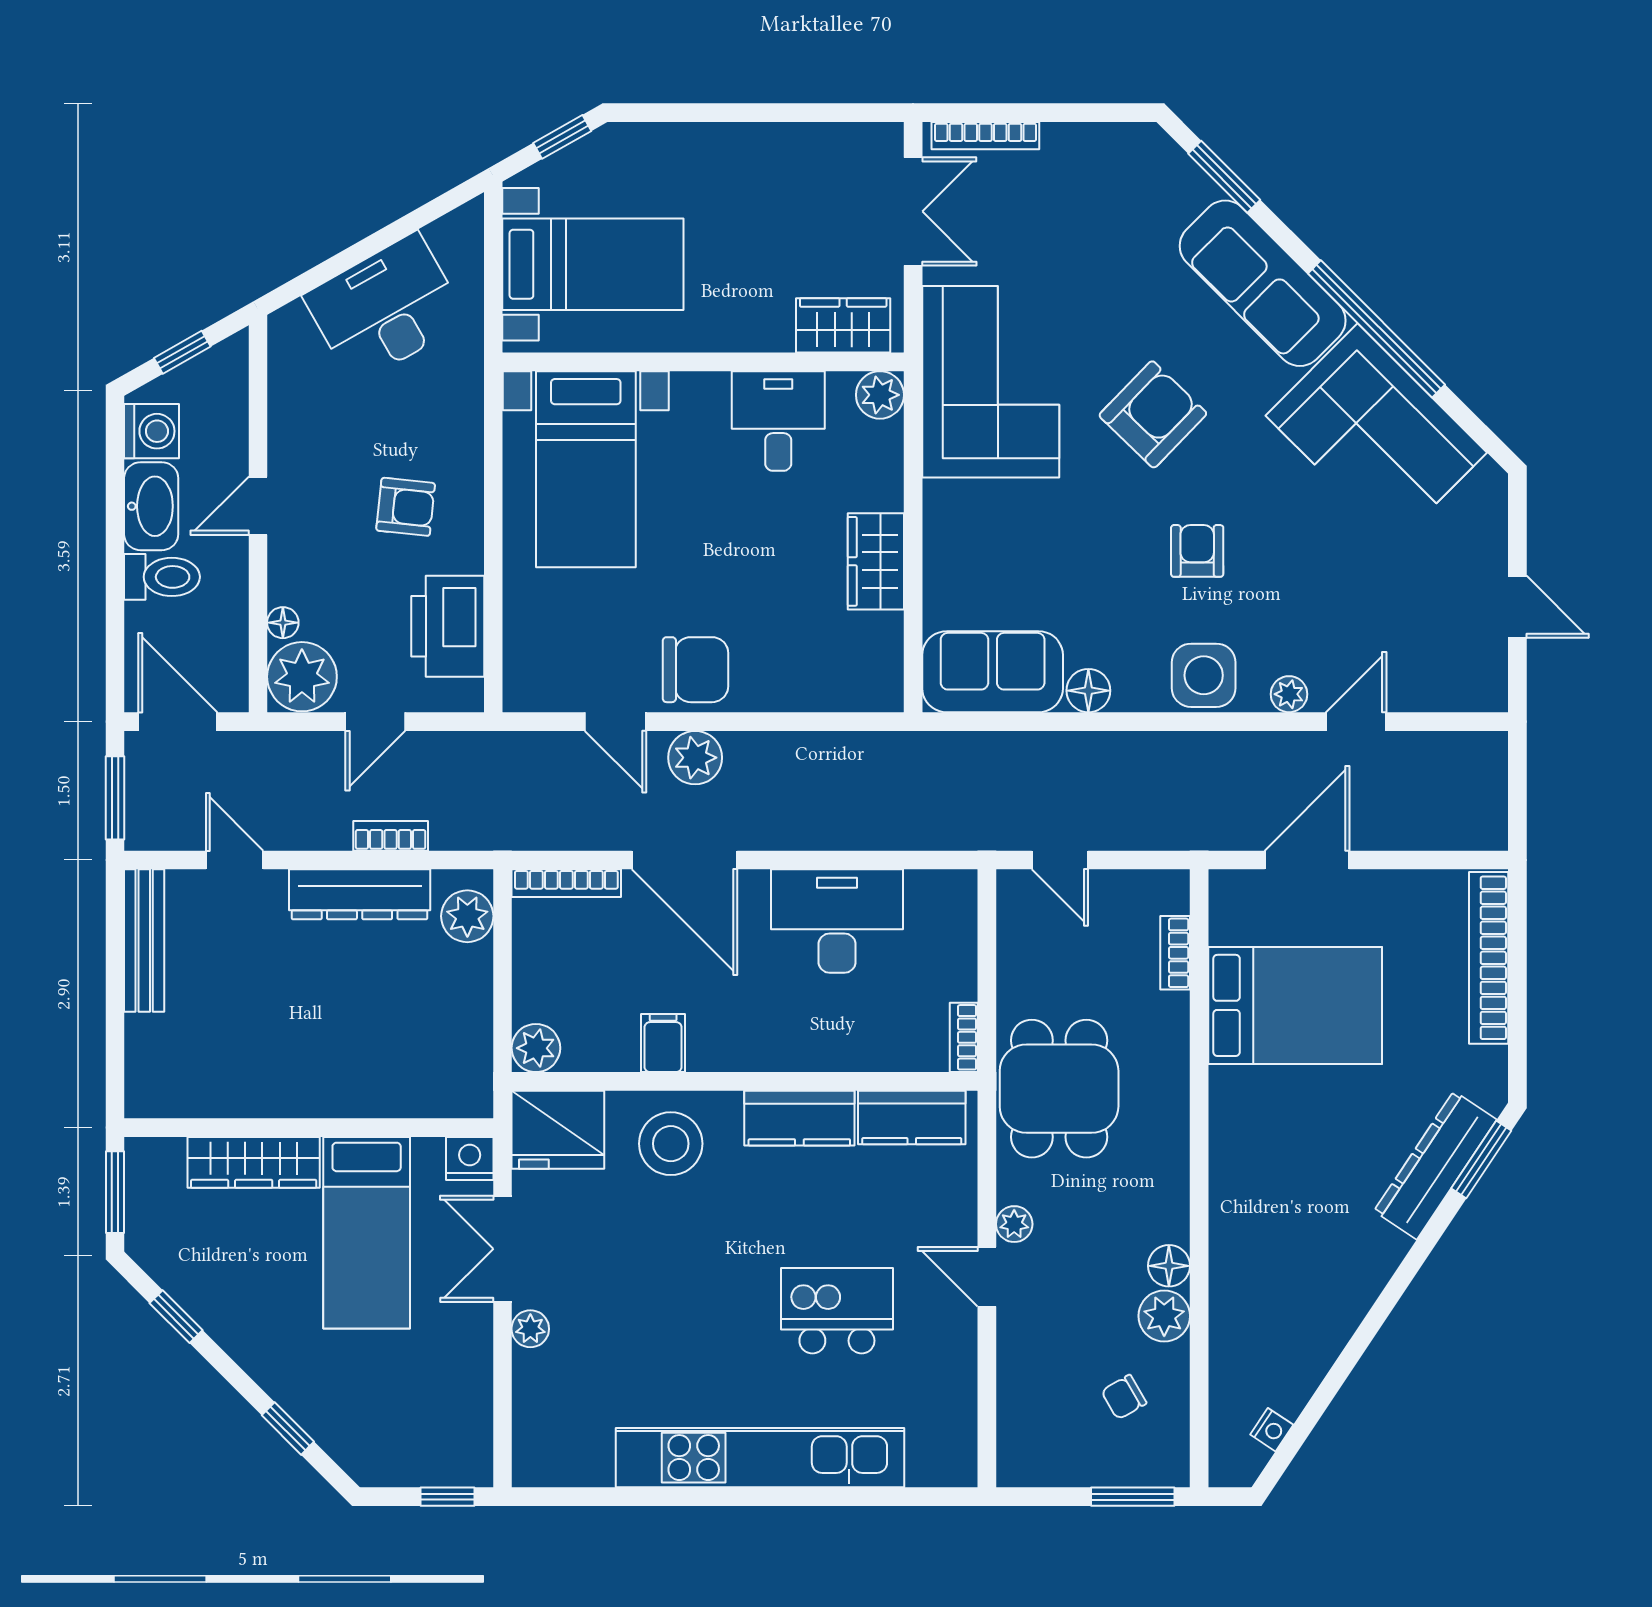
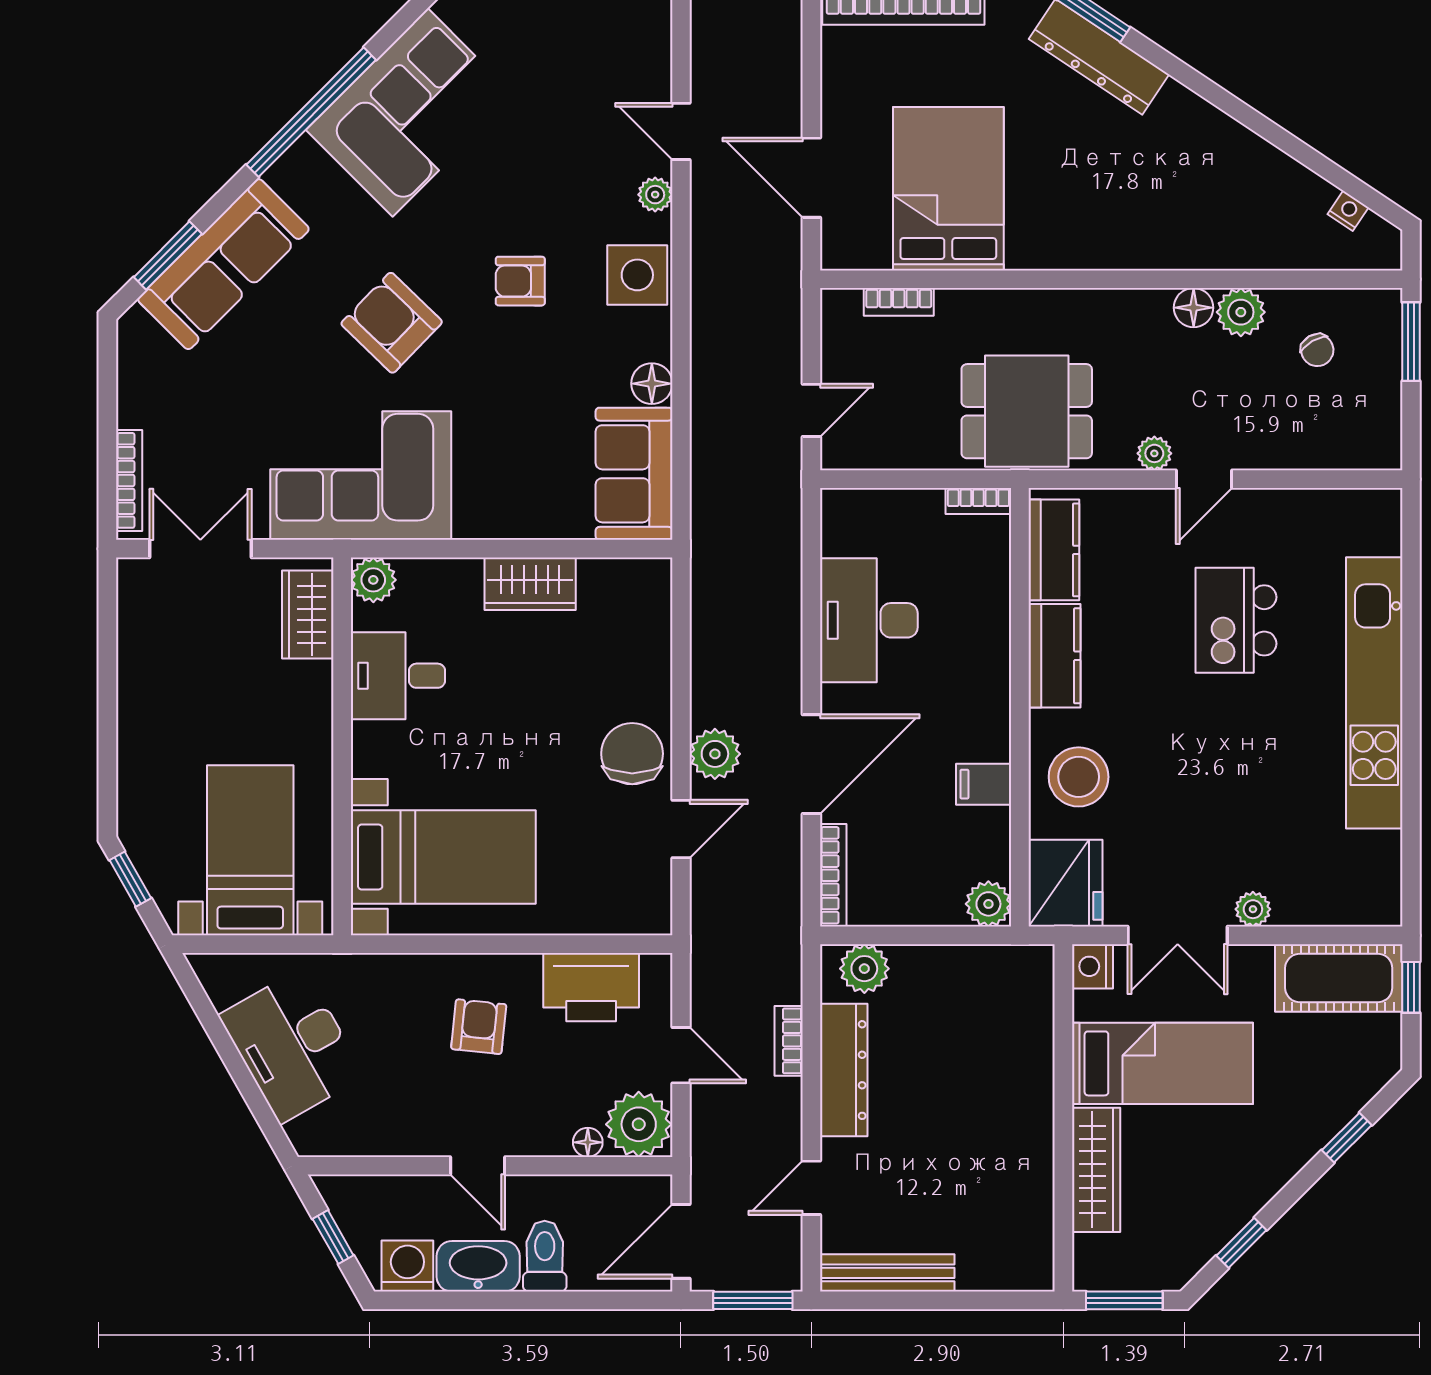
sofa: (1263, 283) -> (223, 264), moved
cot: (457, 1420) -> (1339, 978), added

